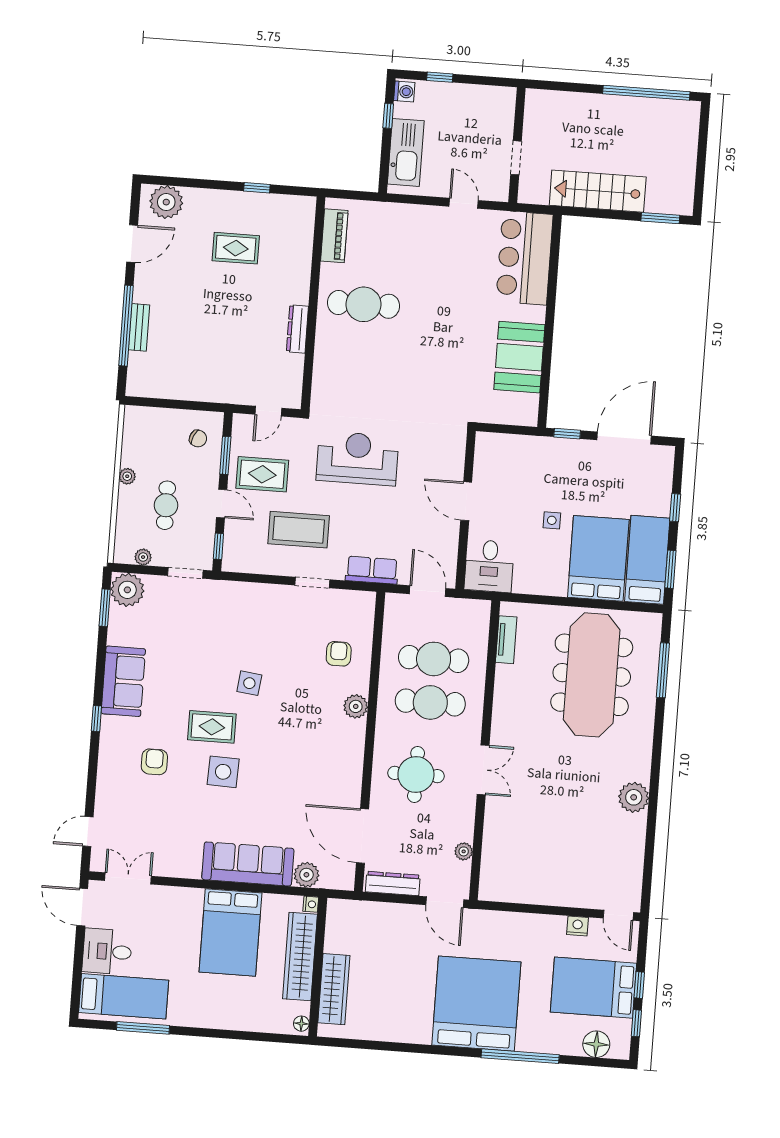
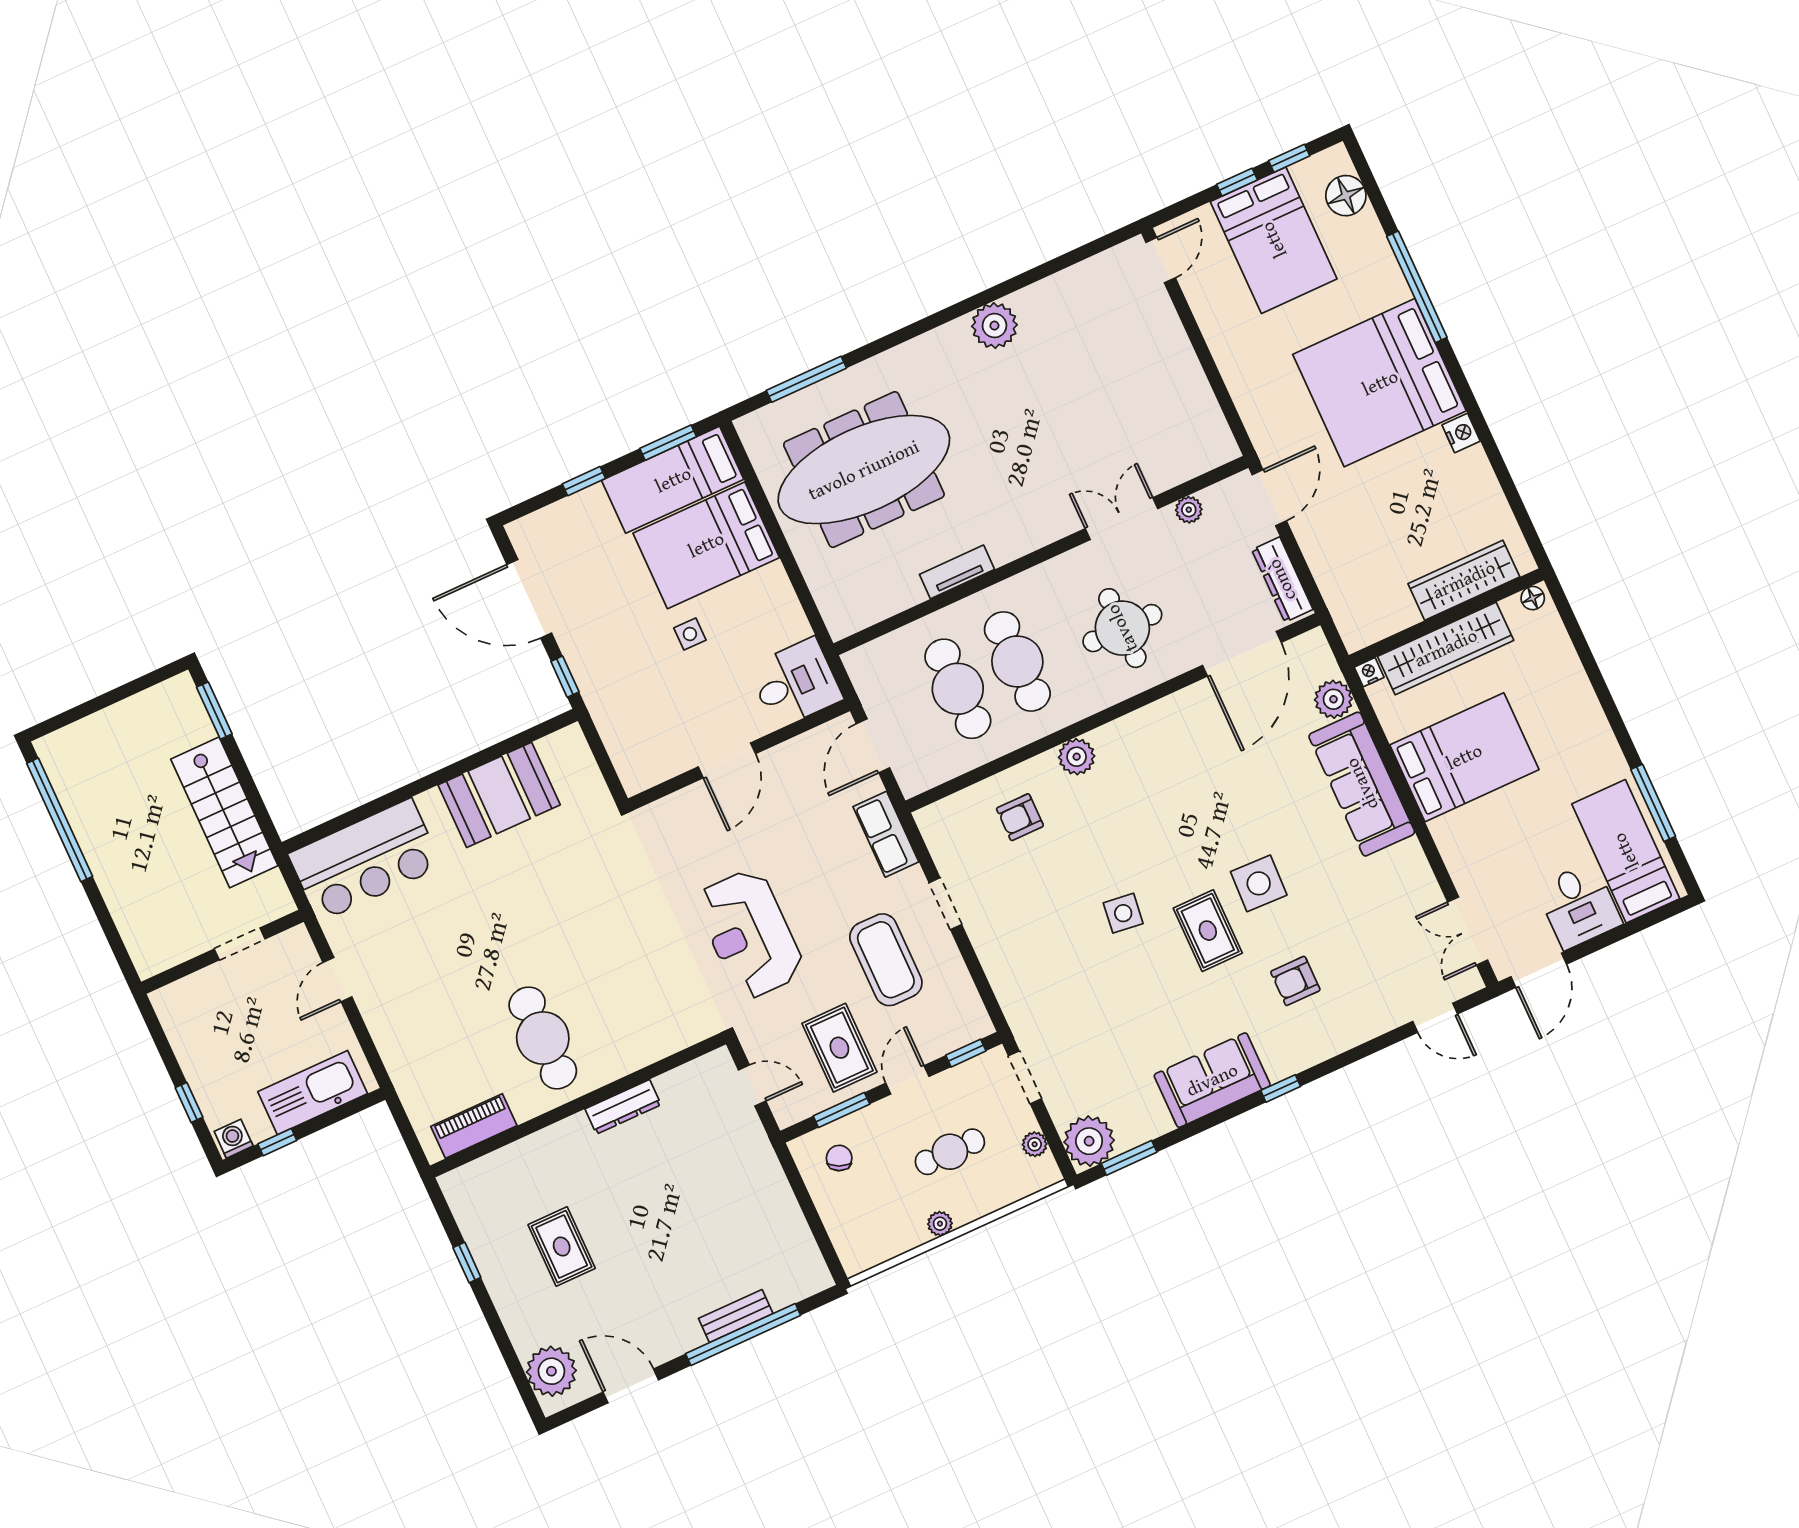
tv unit: (506, 640) -> (957, 572), moved
double door: (483, 770) -> (1121, 519), moved
nightstand: (578, 926) -> (1461, 433), moved, turned 180

